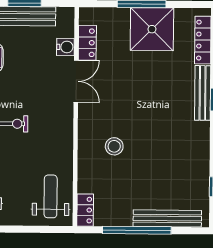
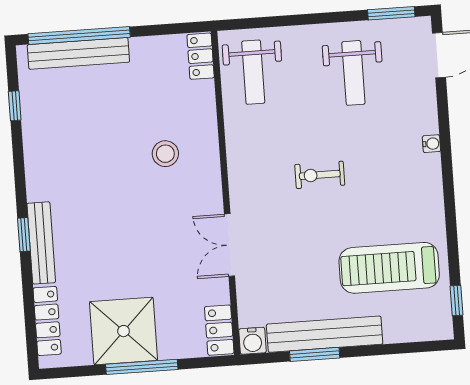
locker: (87, 43) -> (219, 330), moved
water cooler: (65, 47) -> (253, 341), moved, turned -90
window: (137, 230) -> (79, 36), moved

